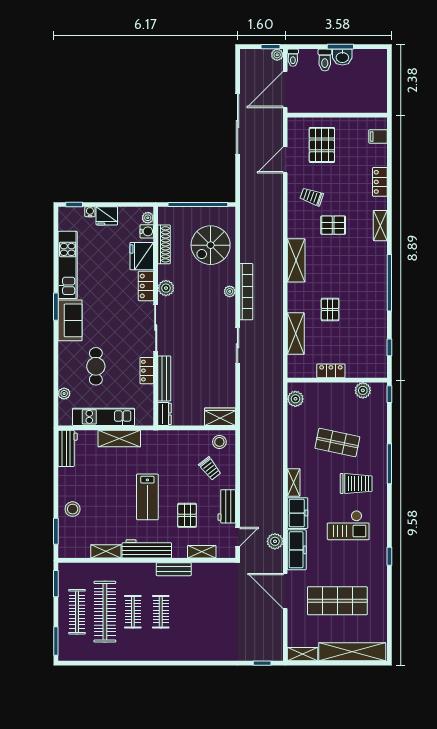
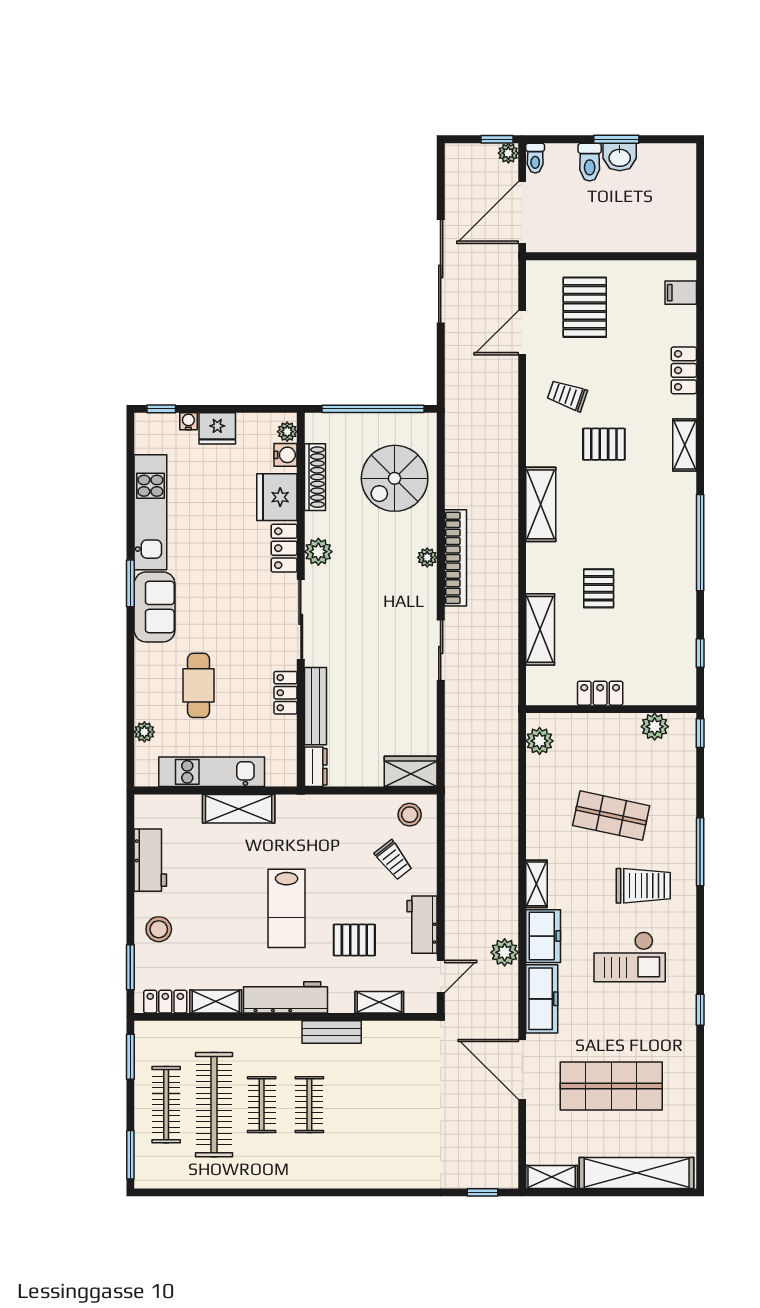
workbench: (68, 448) -> (150, 860), moved
pallet: (187, 515) -> (354, 940), turned 90
plant: (275, 541) -> (505, 952), moved
locker: (76, 551) -> (165, 1002), added

